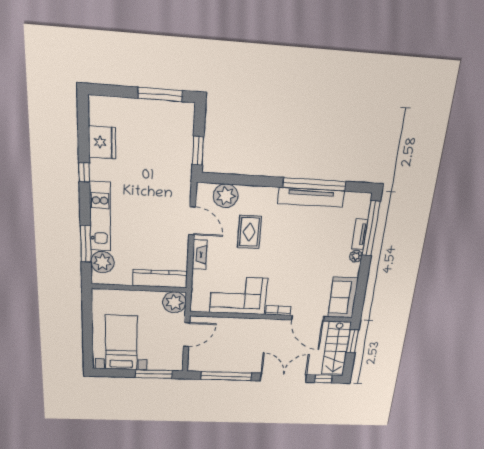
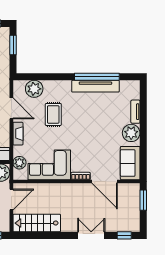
window: (198, 151) -> (13, 45), moved
window: (371, 229) -> (143, 107), removed
plant: (356, 256) -> (131, 133), width x1.88, depth x1.88
plant: (200, 291) -> (19, 163), added
stairs: (336, 348) -> (37, 223), moved, turned 90
window: (227, 376) -> (45, 235), removed
double door: (283, 378) -> (91, 235), width x0.73

